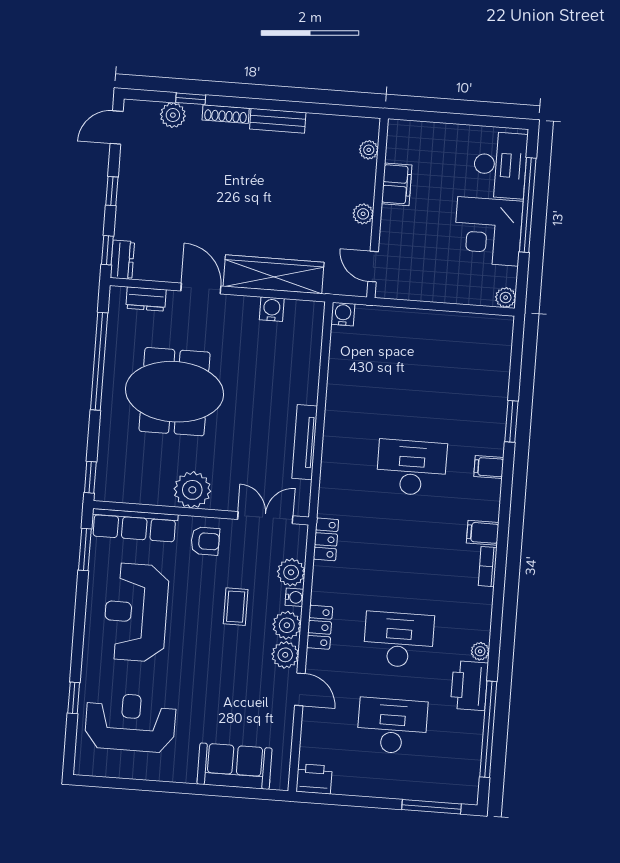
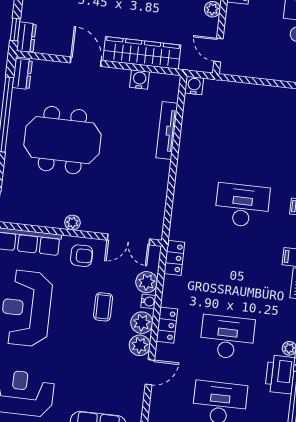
dresser: (146, 299) -> (22, 74), moved, turned -90
tv unit: (305, 442) -> (167, 131), moved
plant: (192, 490) -> (72, 223), width x0.53, depth x0.53
double door: (265, 518) -> (128, 239), swing flipped
door: (300, 689) -> (150, 372), hinge flipped

